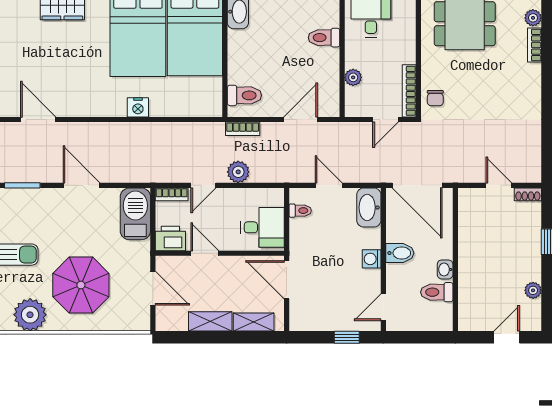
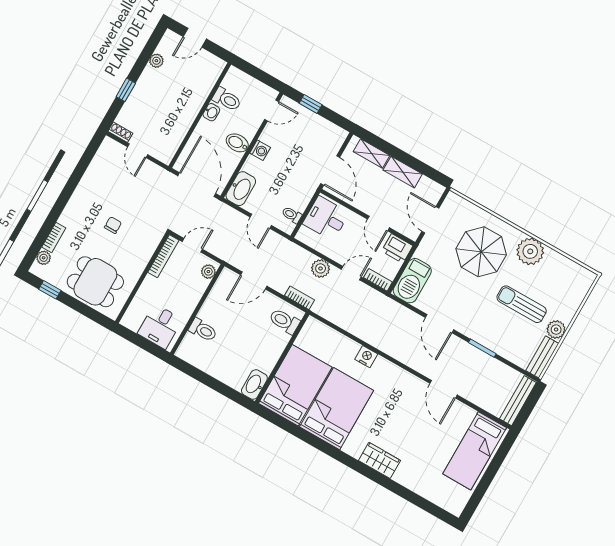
plant: (353, 77) -> (208, 272), moved
chair: (435, 98) -> (113, 225), moved

